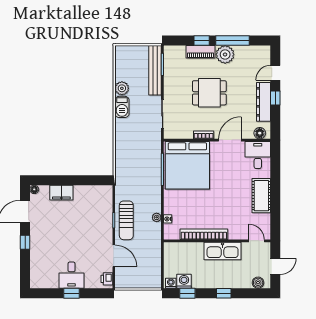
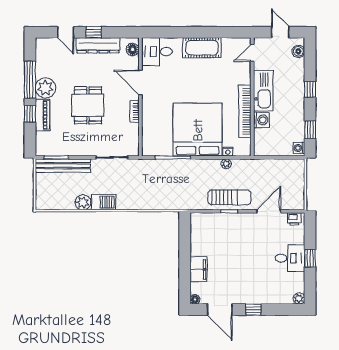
bed: (187, 165) -> (198, 130), moved, turned -90
washing machine: (184, 281) -> (261, 120), moved, turned 180
plant: (35, 283) -> (299, 299), added

